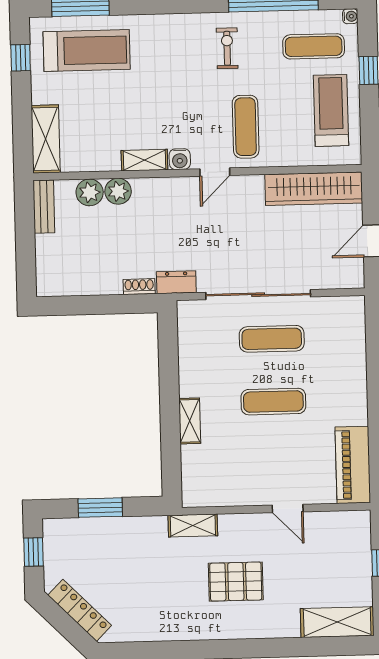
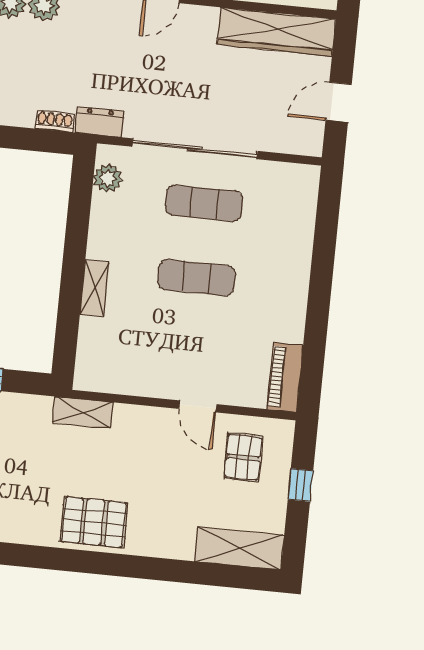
plant: (189, 328) -> (108, 178), added
piano: (353, 465) -> (285, 377), width x0.73, depth x0.75
pallet: (331, 546) -> (243, 457), added
pallet: (236, 582) -> (94, 522), moved

